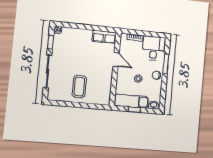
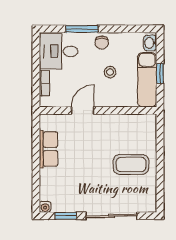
row of seats: (104, 37) -> (48, 149), moved

